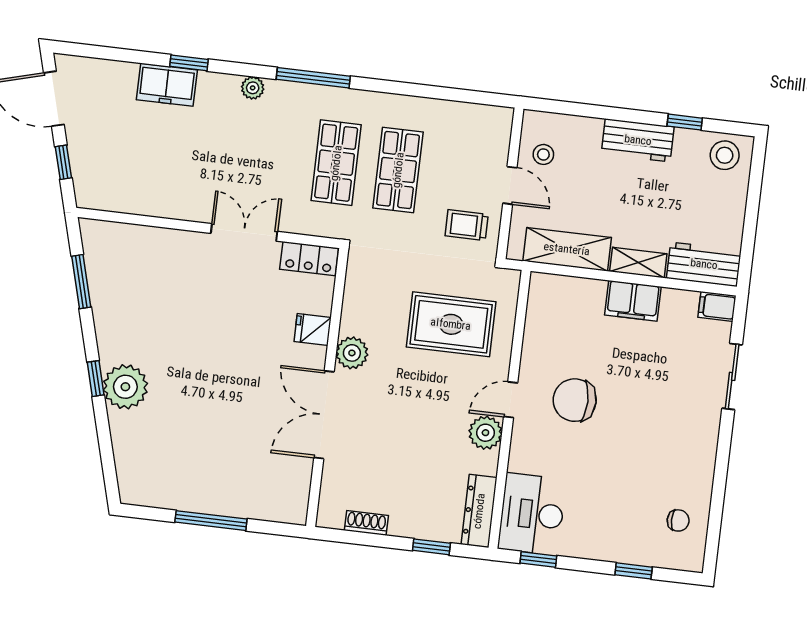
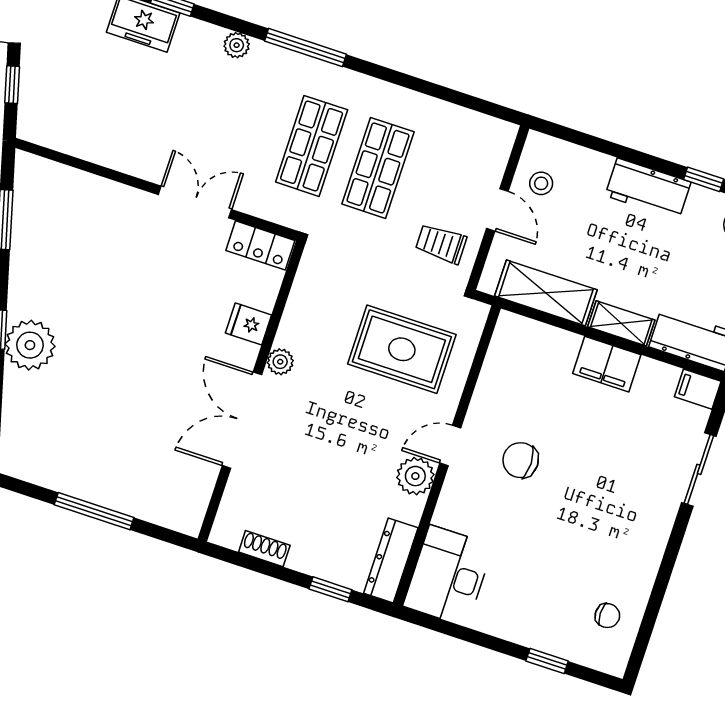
plant: (352, 353) -> (280, 362), width x0.73, depth x0.73
chair: (575, 400) -> (521, 460), width x0.73, depth x0.73
window: (538, 560) -> (445, 627), removed

